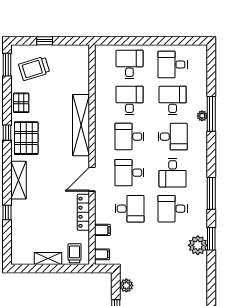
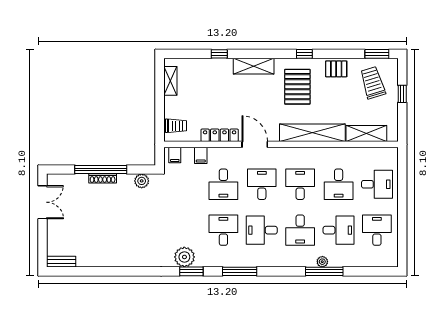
shelving: (82, 74) -> (366, 134), added
desk: (129, 101) -> (339, 184), turned 90
pallet: (26, 138) -> (297, 87), moved, turned 90
shelving: (48, 258) -> (170, 81), moved

